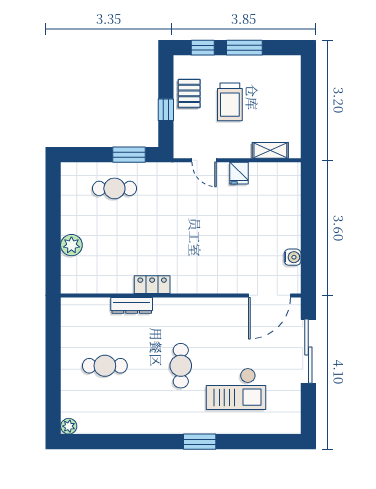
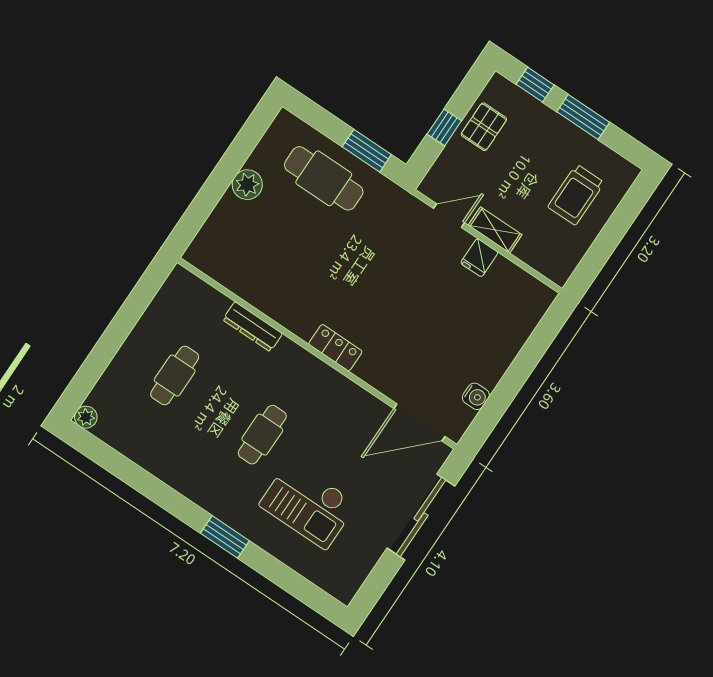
trolley: (230, 102) -> (576, 195), moved
shelving: (270, 150) -> (495, 230), moved
door: (204, 160) -> (449, 216), swing flipped
cafe table: (114, 188) -> (324, 178), width x1.37, depth x1.35
plant: (71, 245) -> (247, 185), moved
locker: (152, 285) -> (335, 348), moved
cafe table: (105, 366) -> (175, 376), turned 90

